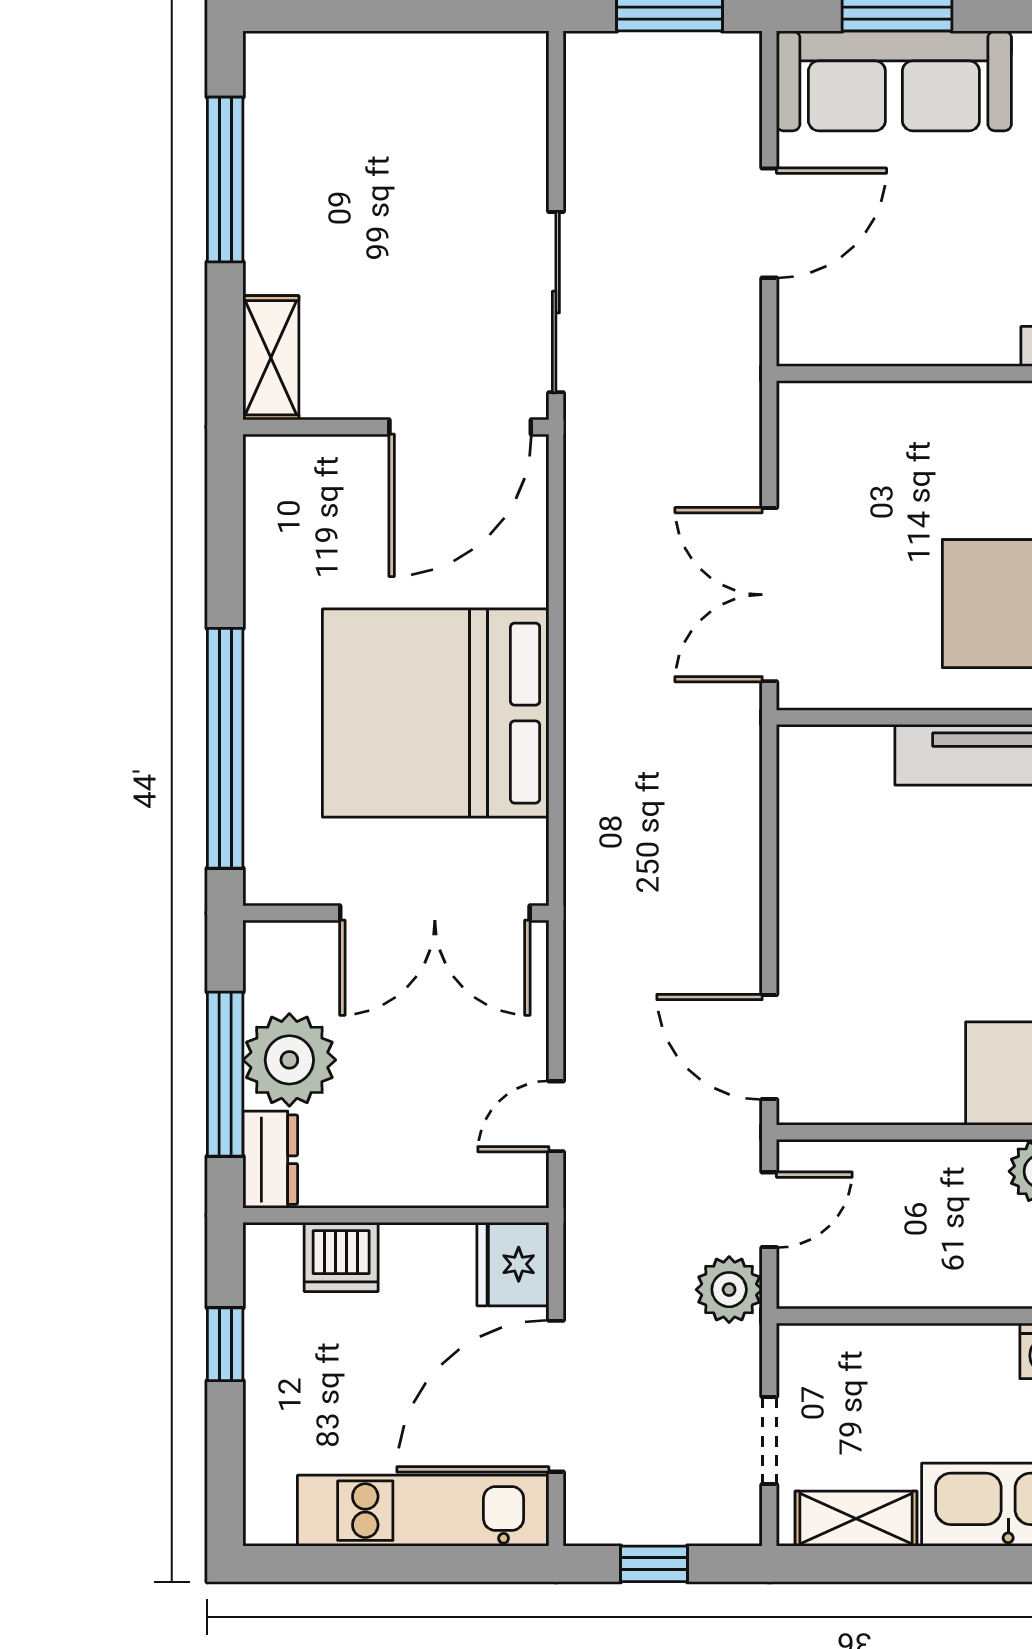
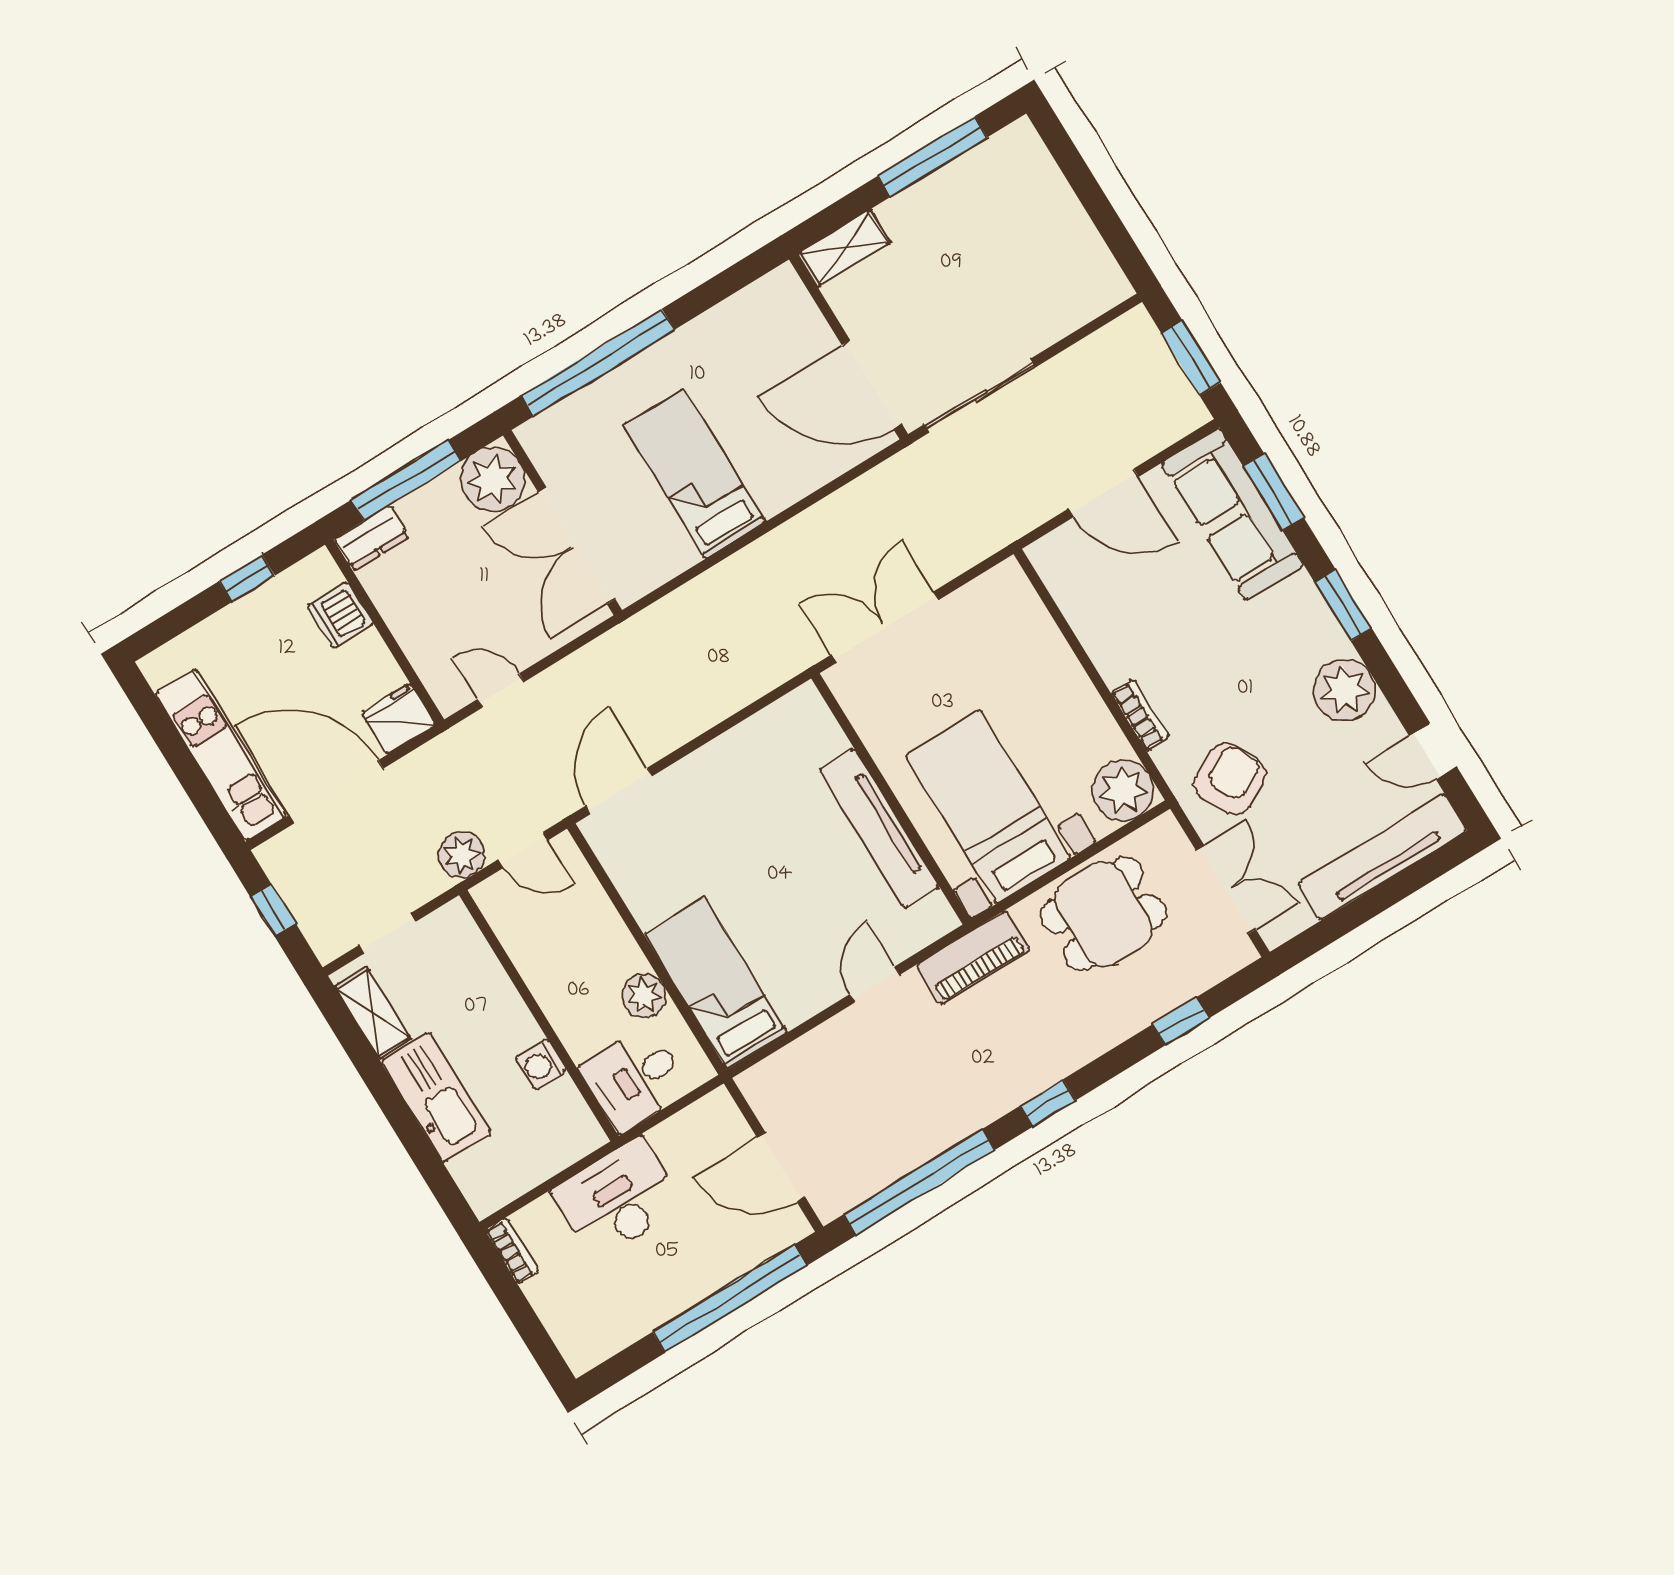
bed: (436, 713) -> (695, 474), width x0.49
plant: (289, 1060) -> (492, 479), moved

